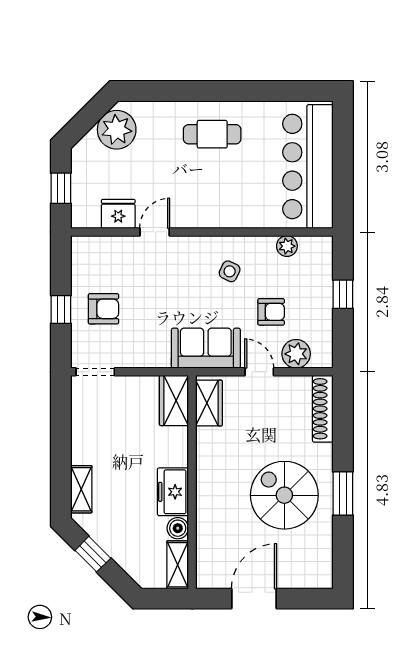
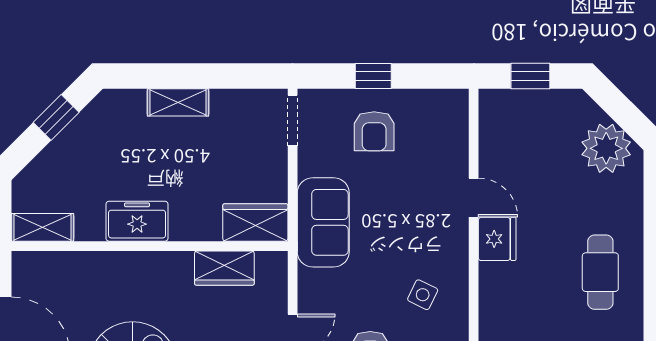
fridge: (118, 214) -> (497, 239), moved
sofa: (206, 348) -> (323, 222), moved
wardrobe: (209, 403) -> (224, 268), moved
shelving: (81, 489) -> (178, 102), moved
boiler: (178, 528) -> (90, 227), removed

